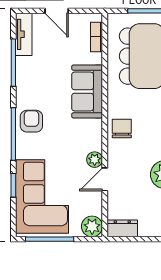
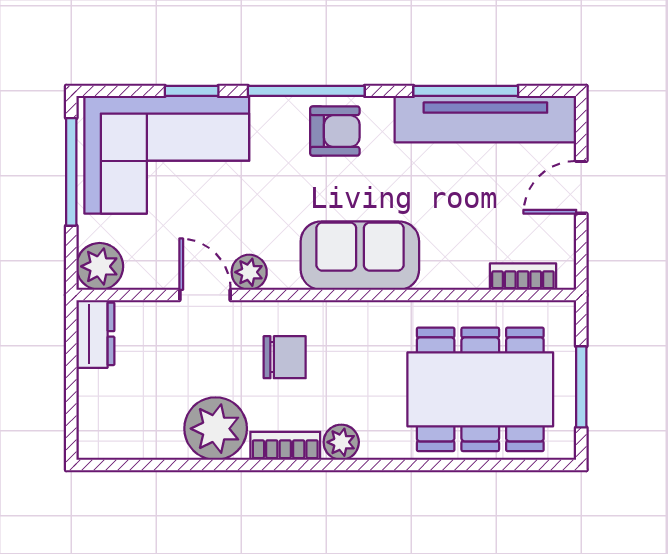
tv unit: (24, 34) -> (485, 119), width x1.92, depth x1.29
sofa: (87, 92) -> (360, 256), moved
chair: (122, 129) -> (285, 357), moved

